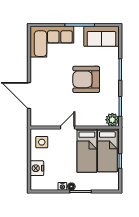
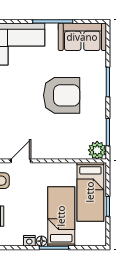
armchair: (86, 79) -> (62, 95), turned 180
door: (68, 128) -> (21, 161), moved
bed: (87, 151) -> (61, 216), moved, turned 180

